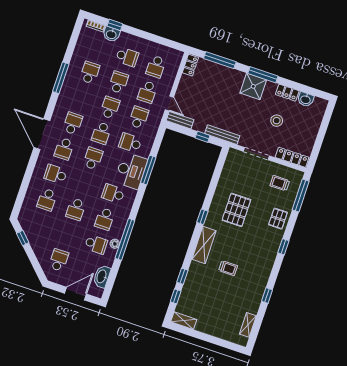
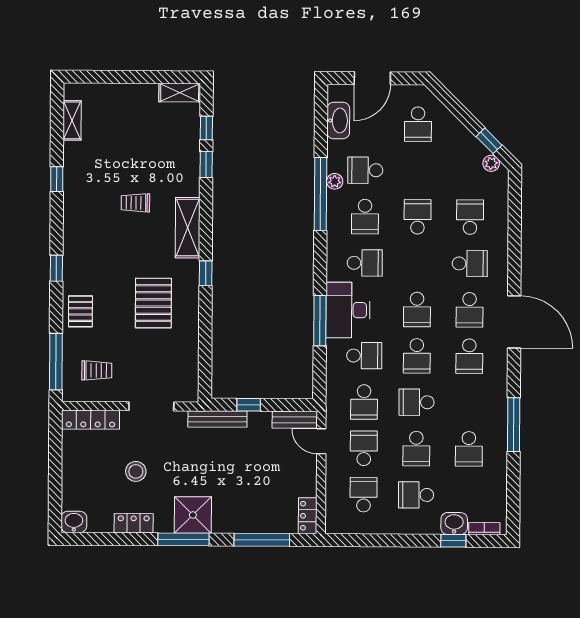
washbasin: (306, 99) -> (74, 522), moved
school desk: (110, 108) -> (417, 402), turned 90
school desk: (101, 133) -> (417, 356), turned 180
school desk: (64, 149) -> (470, 310), turned 180
school desk: (105, 219) -> (365, 217), turned 180
plant: (26, 225) -> (491, 163), added

